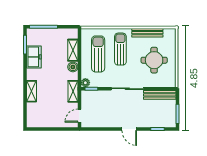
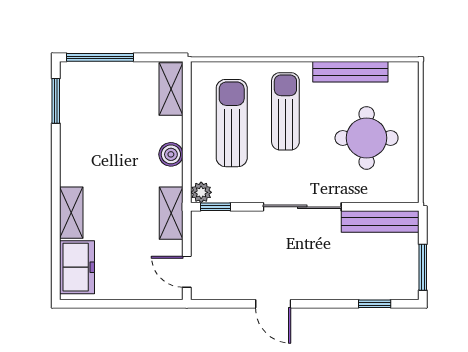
shelving: (73, 50) -> (171, 89), moved
freezer: (34, 57) -> (77, 267), moved
door: (79, 116) -> (187, 272), hinge flipped
door: (129, 129) -> (273, 304), moved

